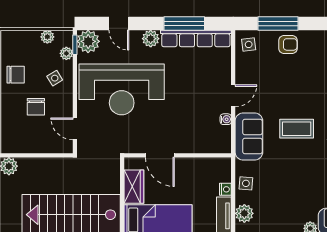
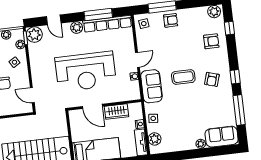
reception desk: (122, 89) -> (86, 72), moved
wardrobe: (134, 187) -> (116, 112), moved, turned 90

